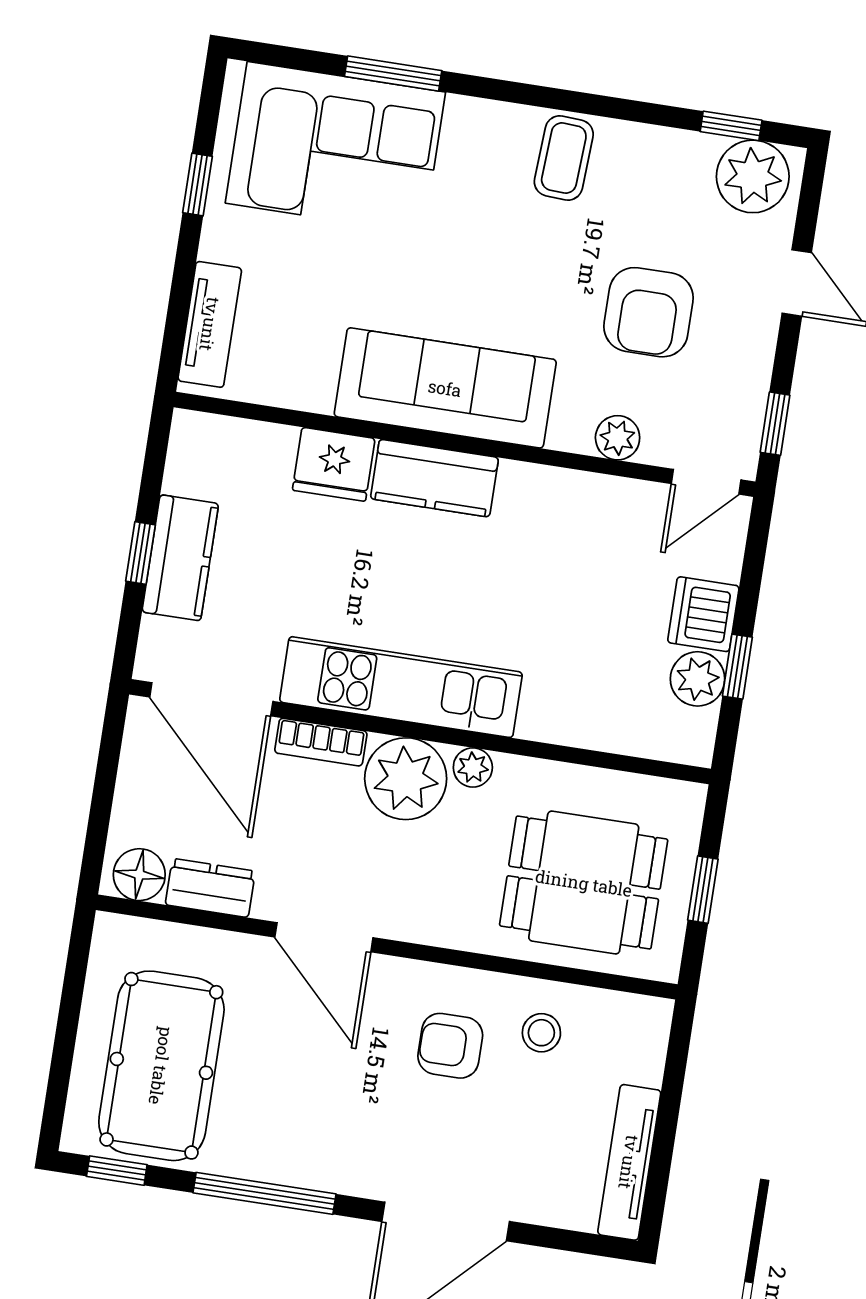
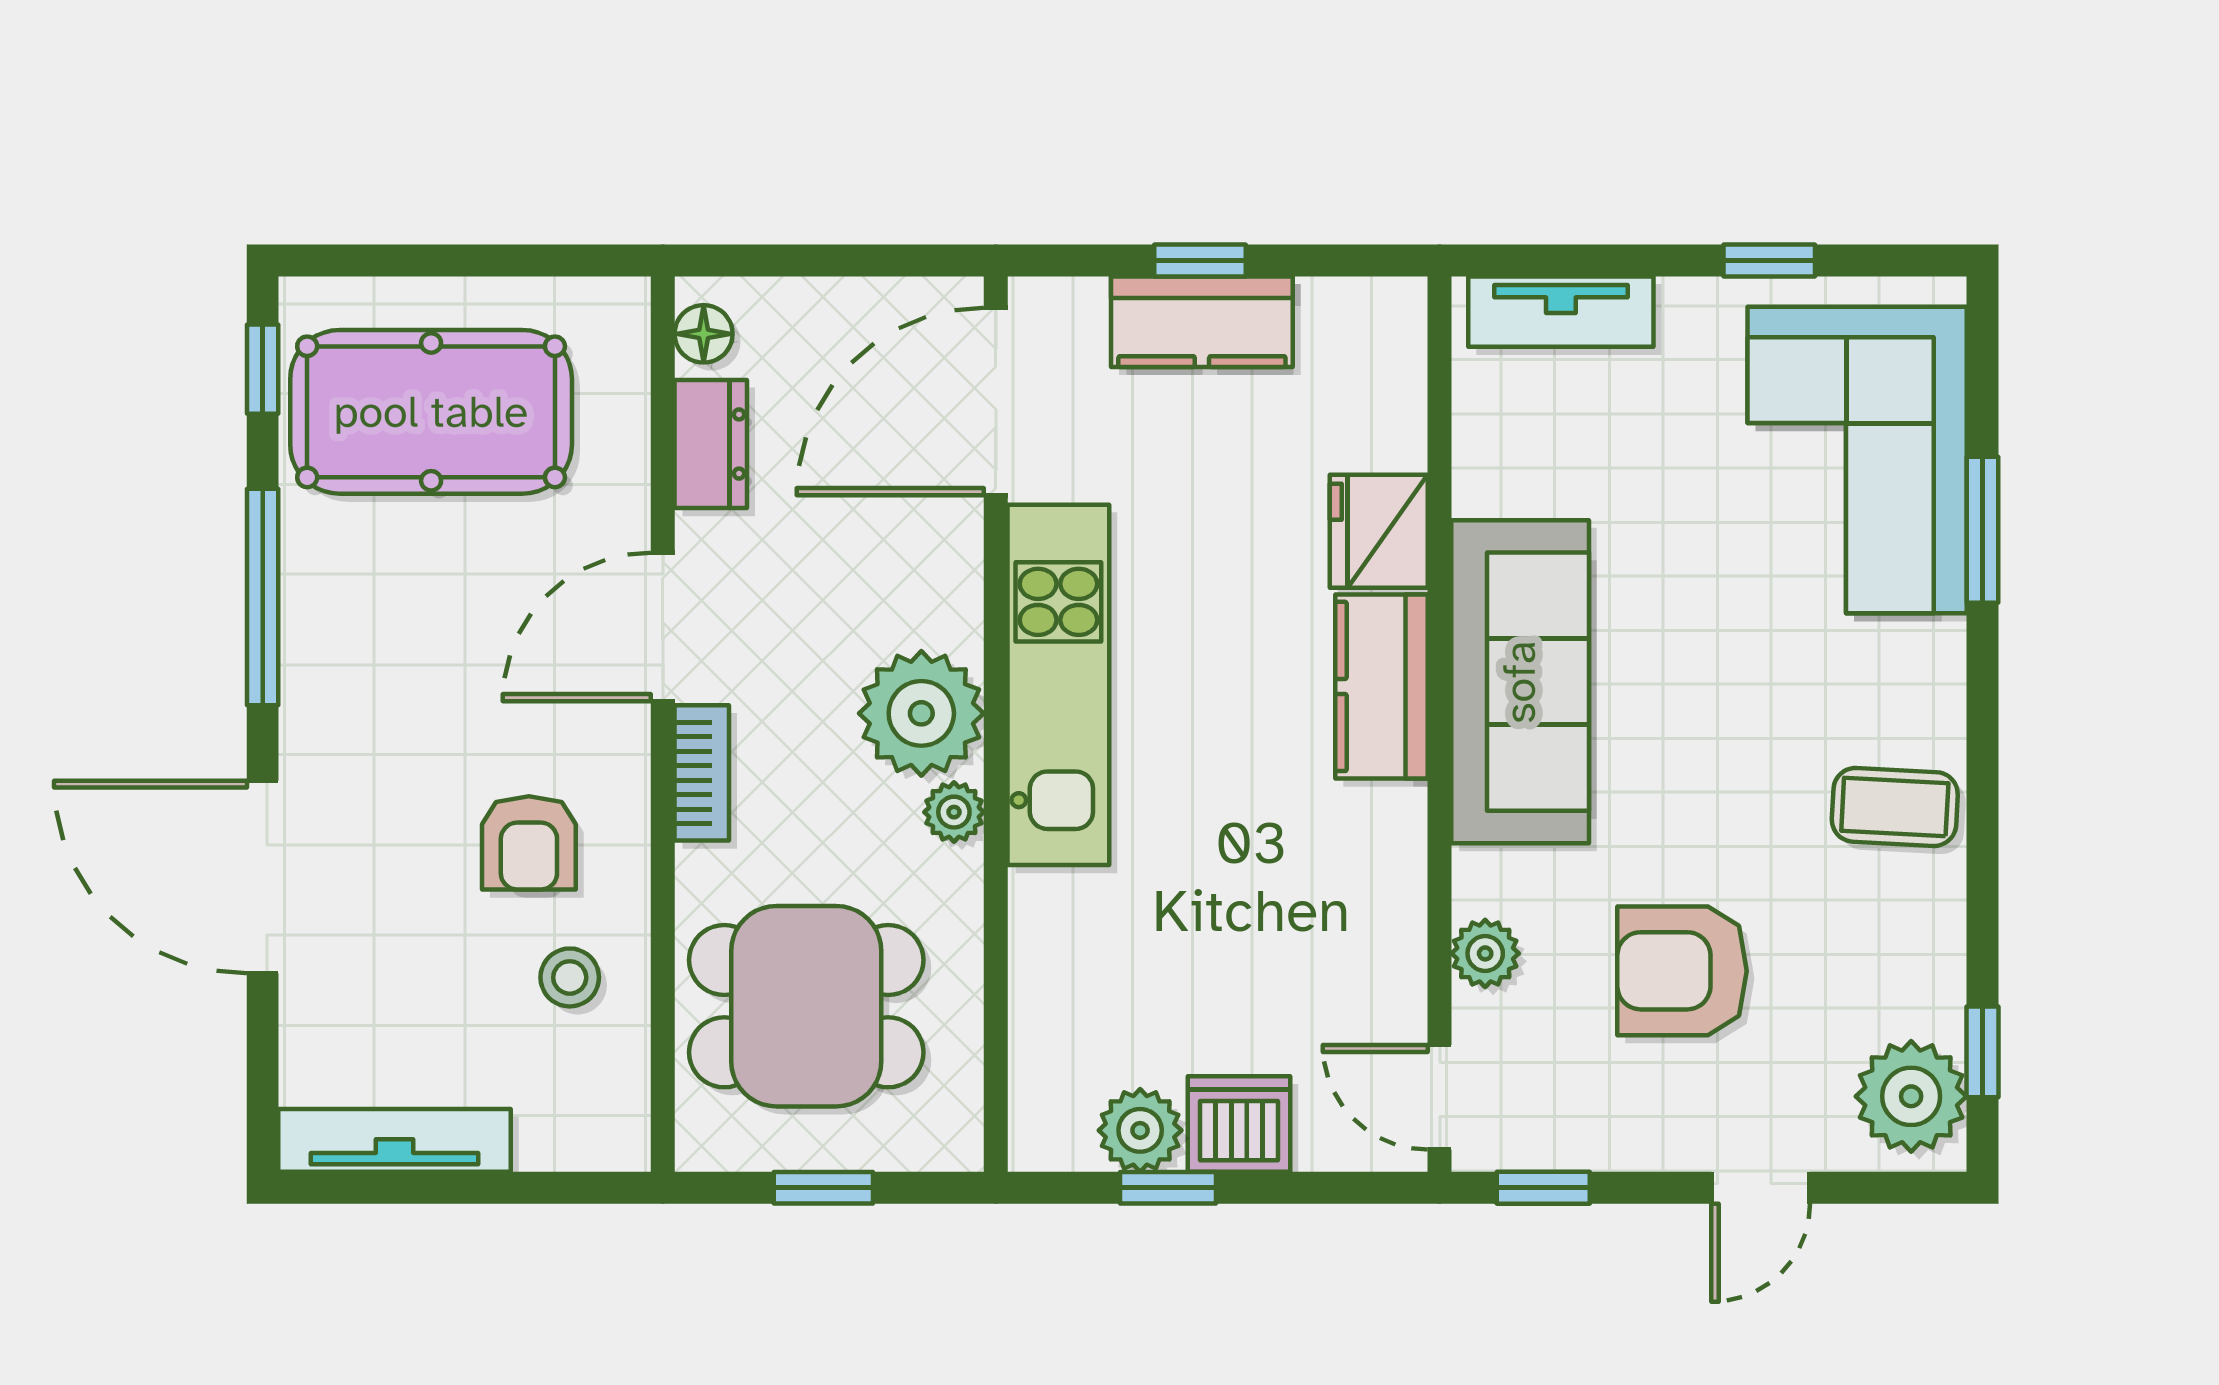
bookcase: (321, 742) -> (702, 773), moved, turned 180
floor lamp: (139, 875) -> (704, 334), width x0.73, depth x0.73
dining table: (584, 883) -> (806, 1006), turned 90
armchair: (450, 1046) -> (529, 843), turned 180

